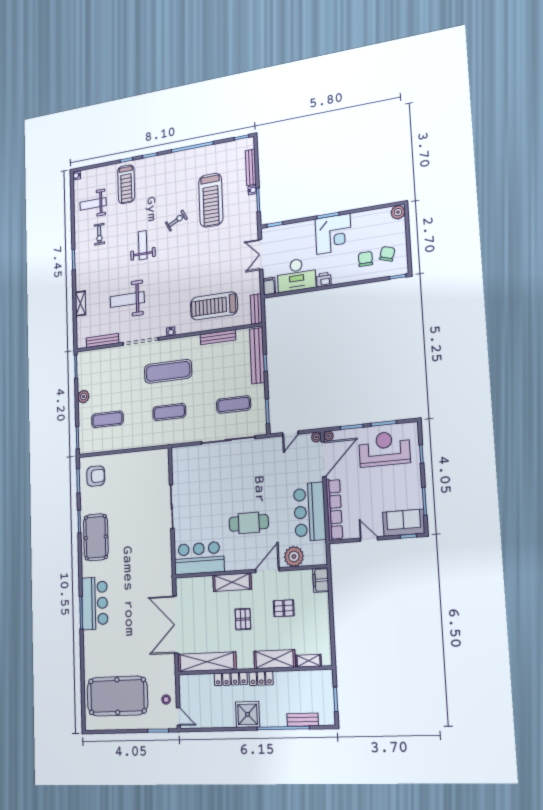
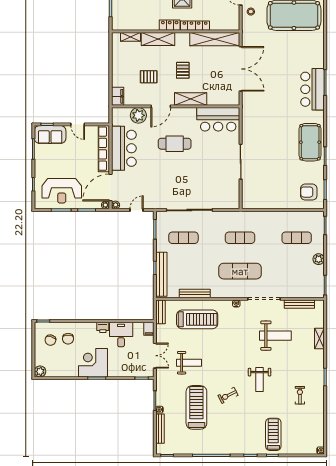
weight bench: (93, 204) -> (189, 363), moved
desk: (296, 275) -> (121, 335), width x0.73

